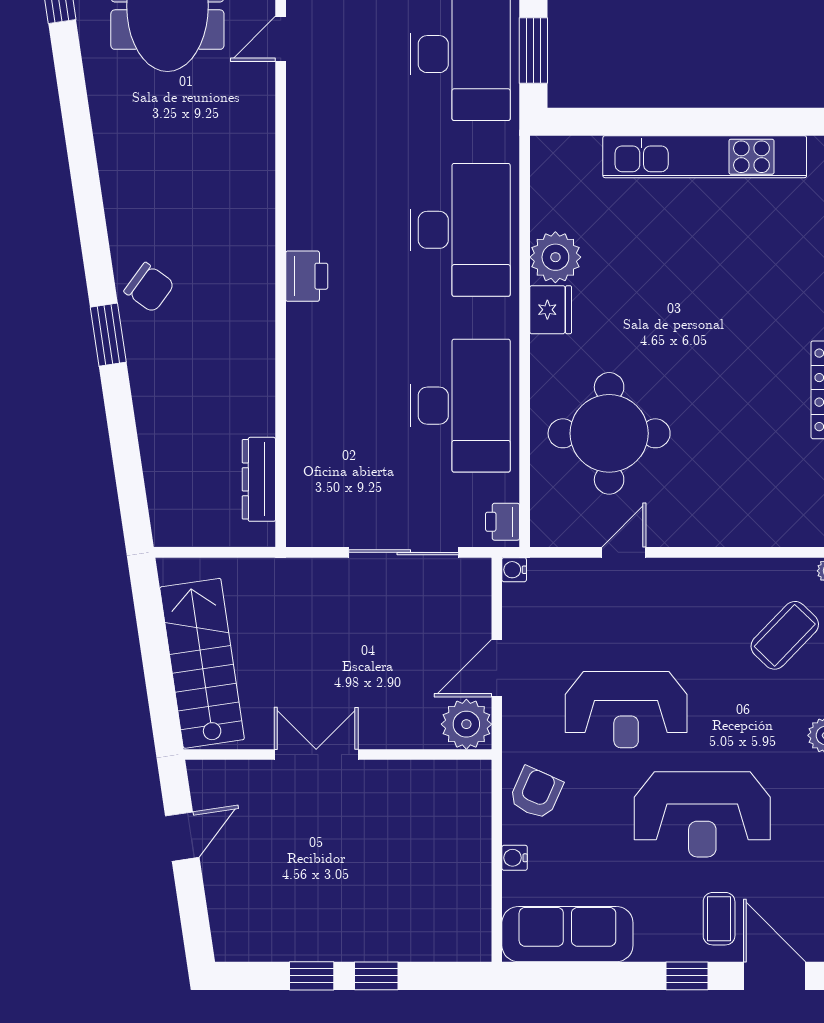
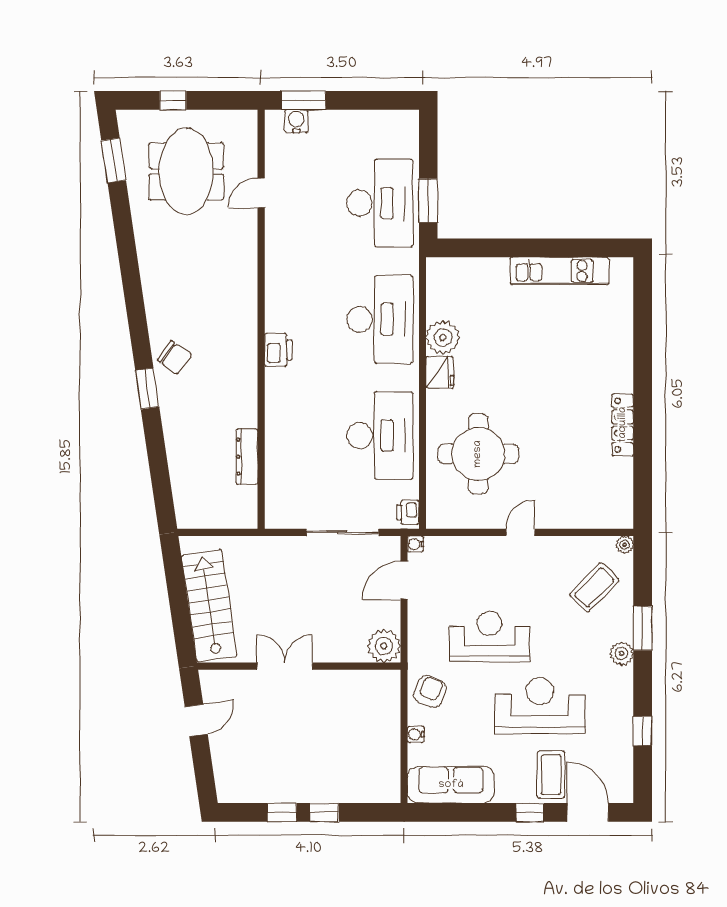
kitchen unit: (705, 157) -> (559, 271), width x0.73
dresser: (259, 479) -> (247, 457), moved
door: (624, 552) -> (520, 532), moved
door: (497, 668) -> (404, 580), moved
reception desk: (626, 710) -> (490, 636), turned 180
reception desk: (702, 814) -> (540, 706), turned 180
coffee table: (719, 919) -> (551, 775), width x1.36, depth x1.30

